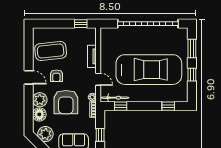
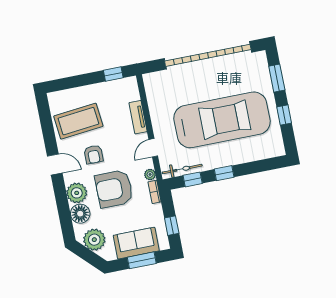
door: (98, 79) -> (153, 148), swing flipped
armchair: (66, 102) -> (114, 189), turned 90
window: (168, 106) -> (224, 173), moved

